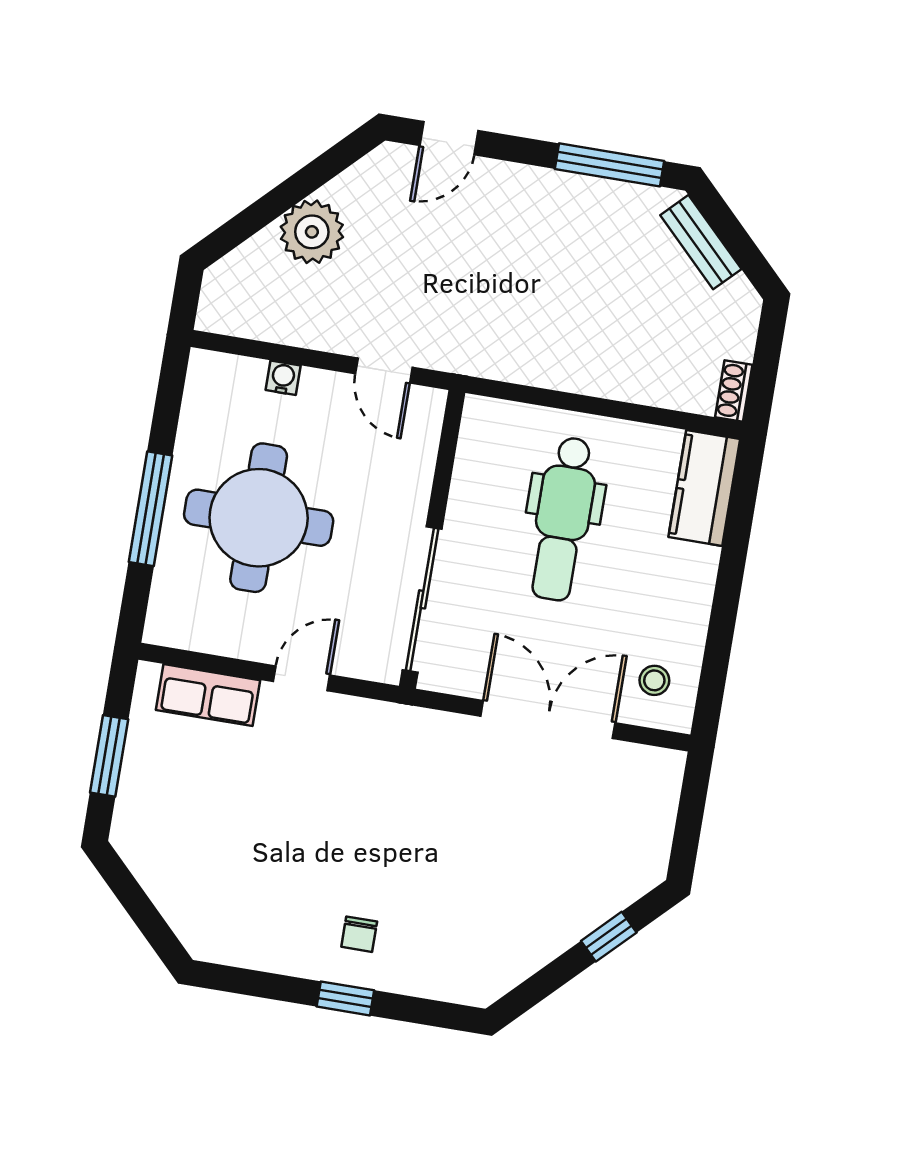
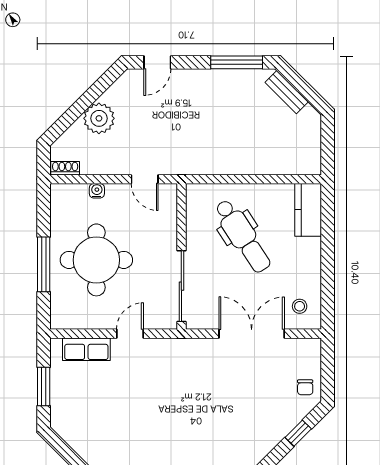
shoe rack: (734, 391) -> (65, 168), moved, turned 90
dental chair: (563, 519) -> (243, 236), turned -33
chair: (359, 934) -> (305, 387), moved

